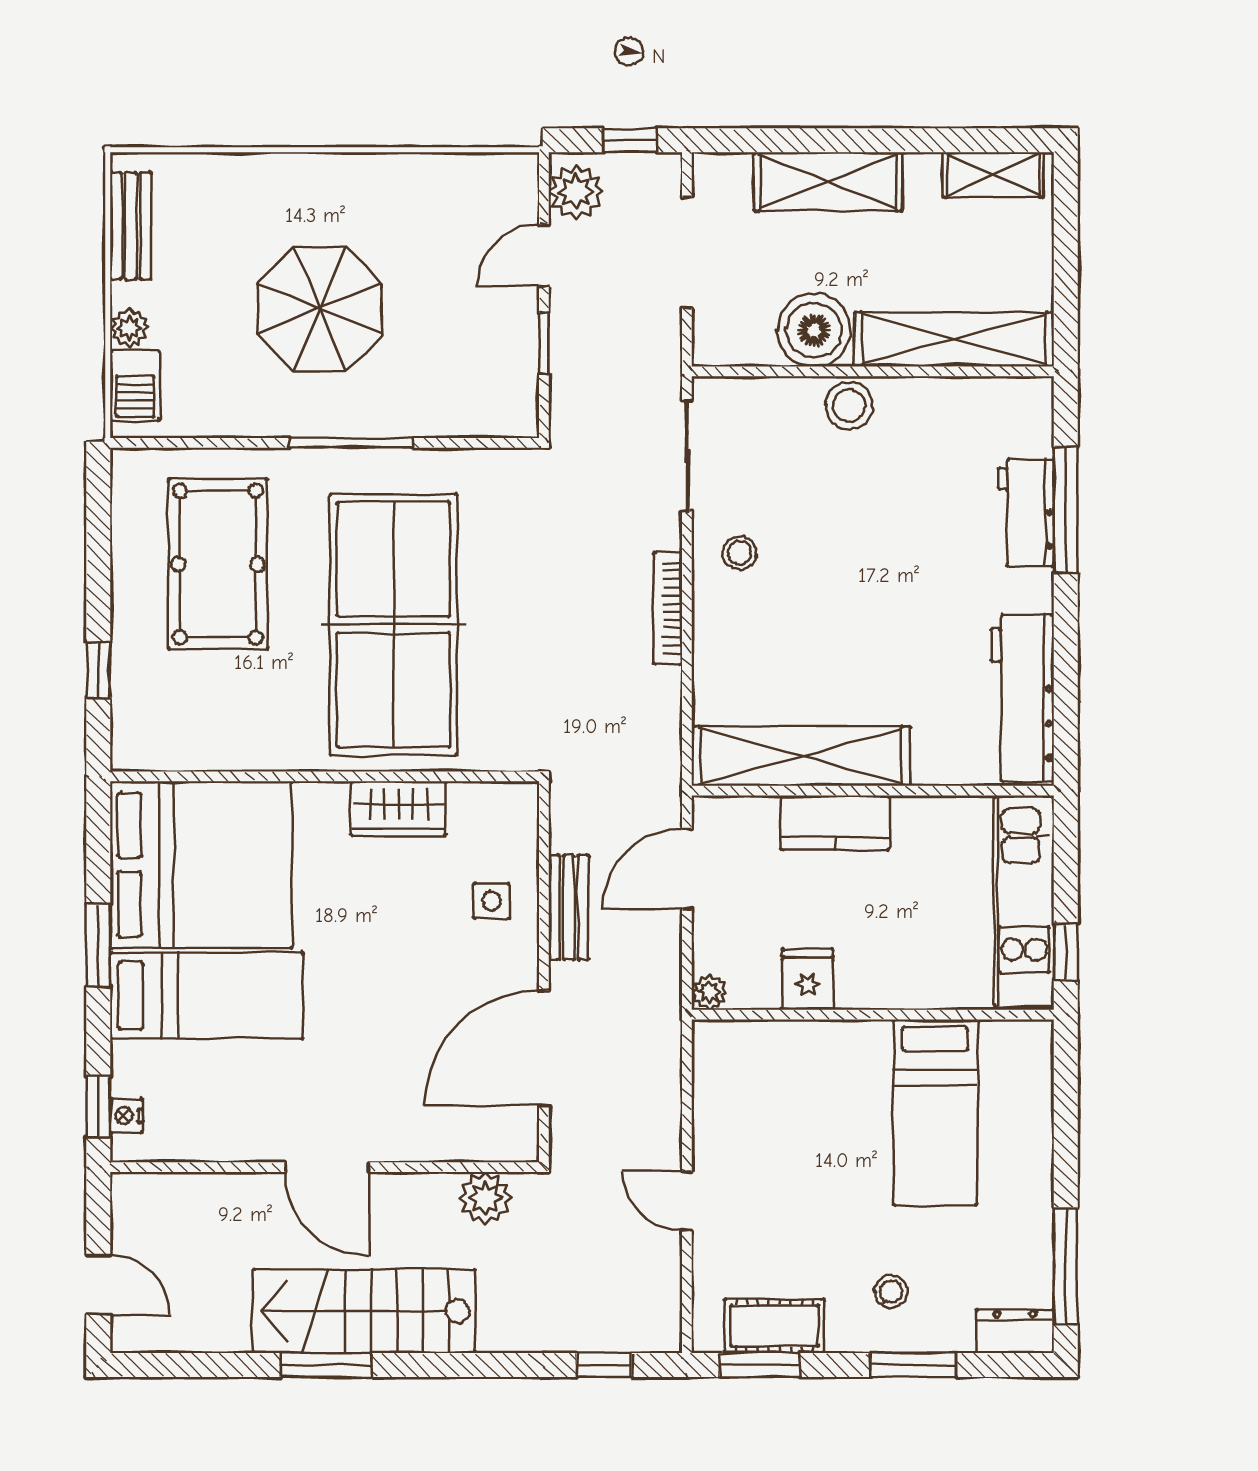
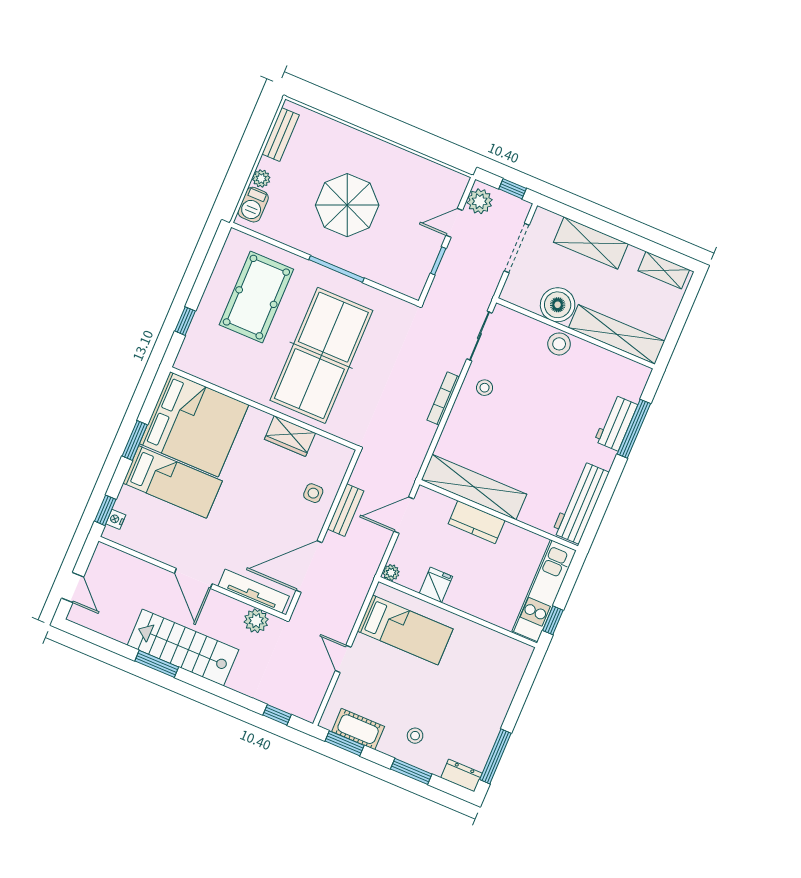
bed: (935, 1112) -> (405, 630), moved, turned -90
tv unit: (456, 1142) -> (254, 591), added

